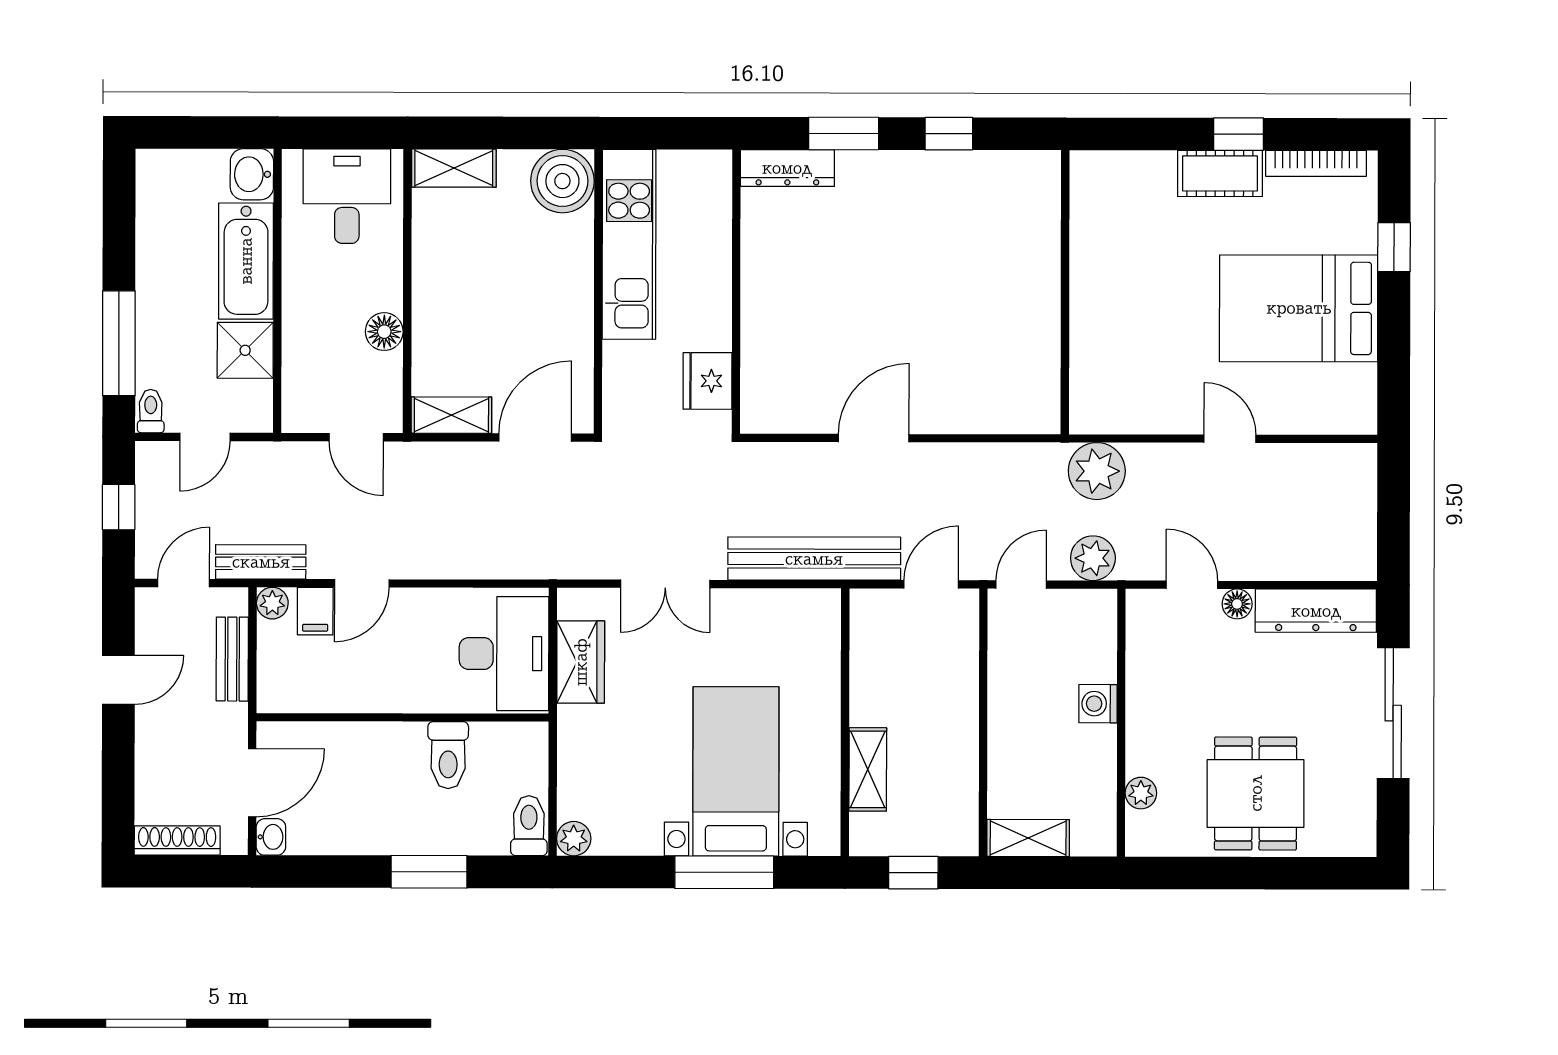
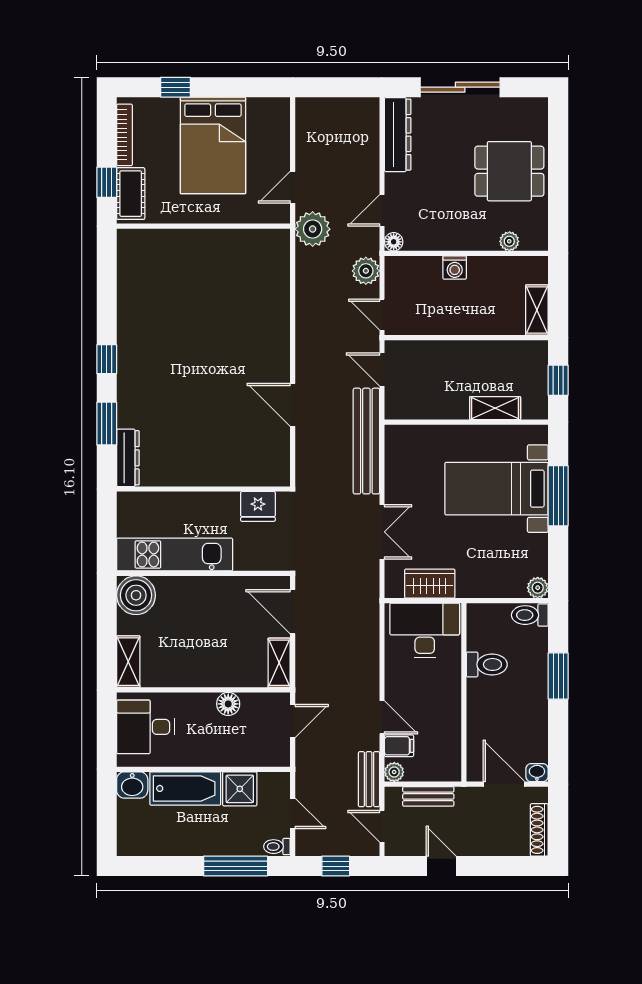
wall: (1065, 292) -> (203, 226), moved
plant: (1097, 471) -> (313, 229), moved
floor lamp: (1237, 604) -> (394, 242), moved

